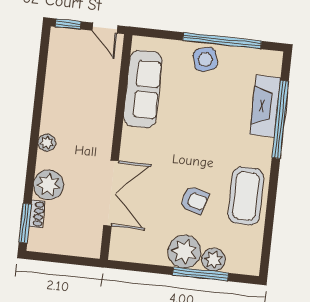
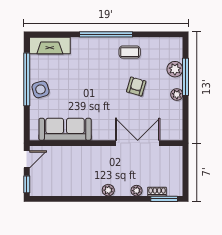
fireplace: (265, 106) -> (50, 46), moved
window: (280, 119) -> (106, 34), moved
plant: (49, 185) -> (137, 191), width x0.53, depth x0.53
coffee table: (246, 196) -> (130, 52), width x0.54, depth x0.58
plant: (184, 252) -> (177, 95), width x0.53, depth x0.53

